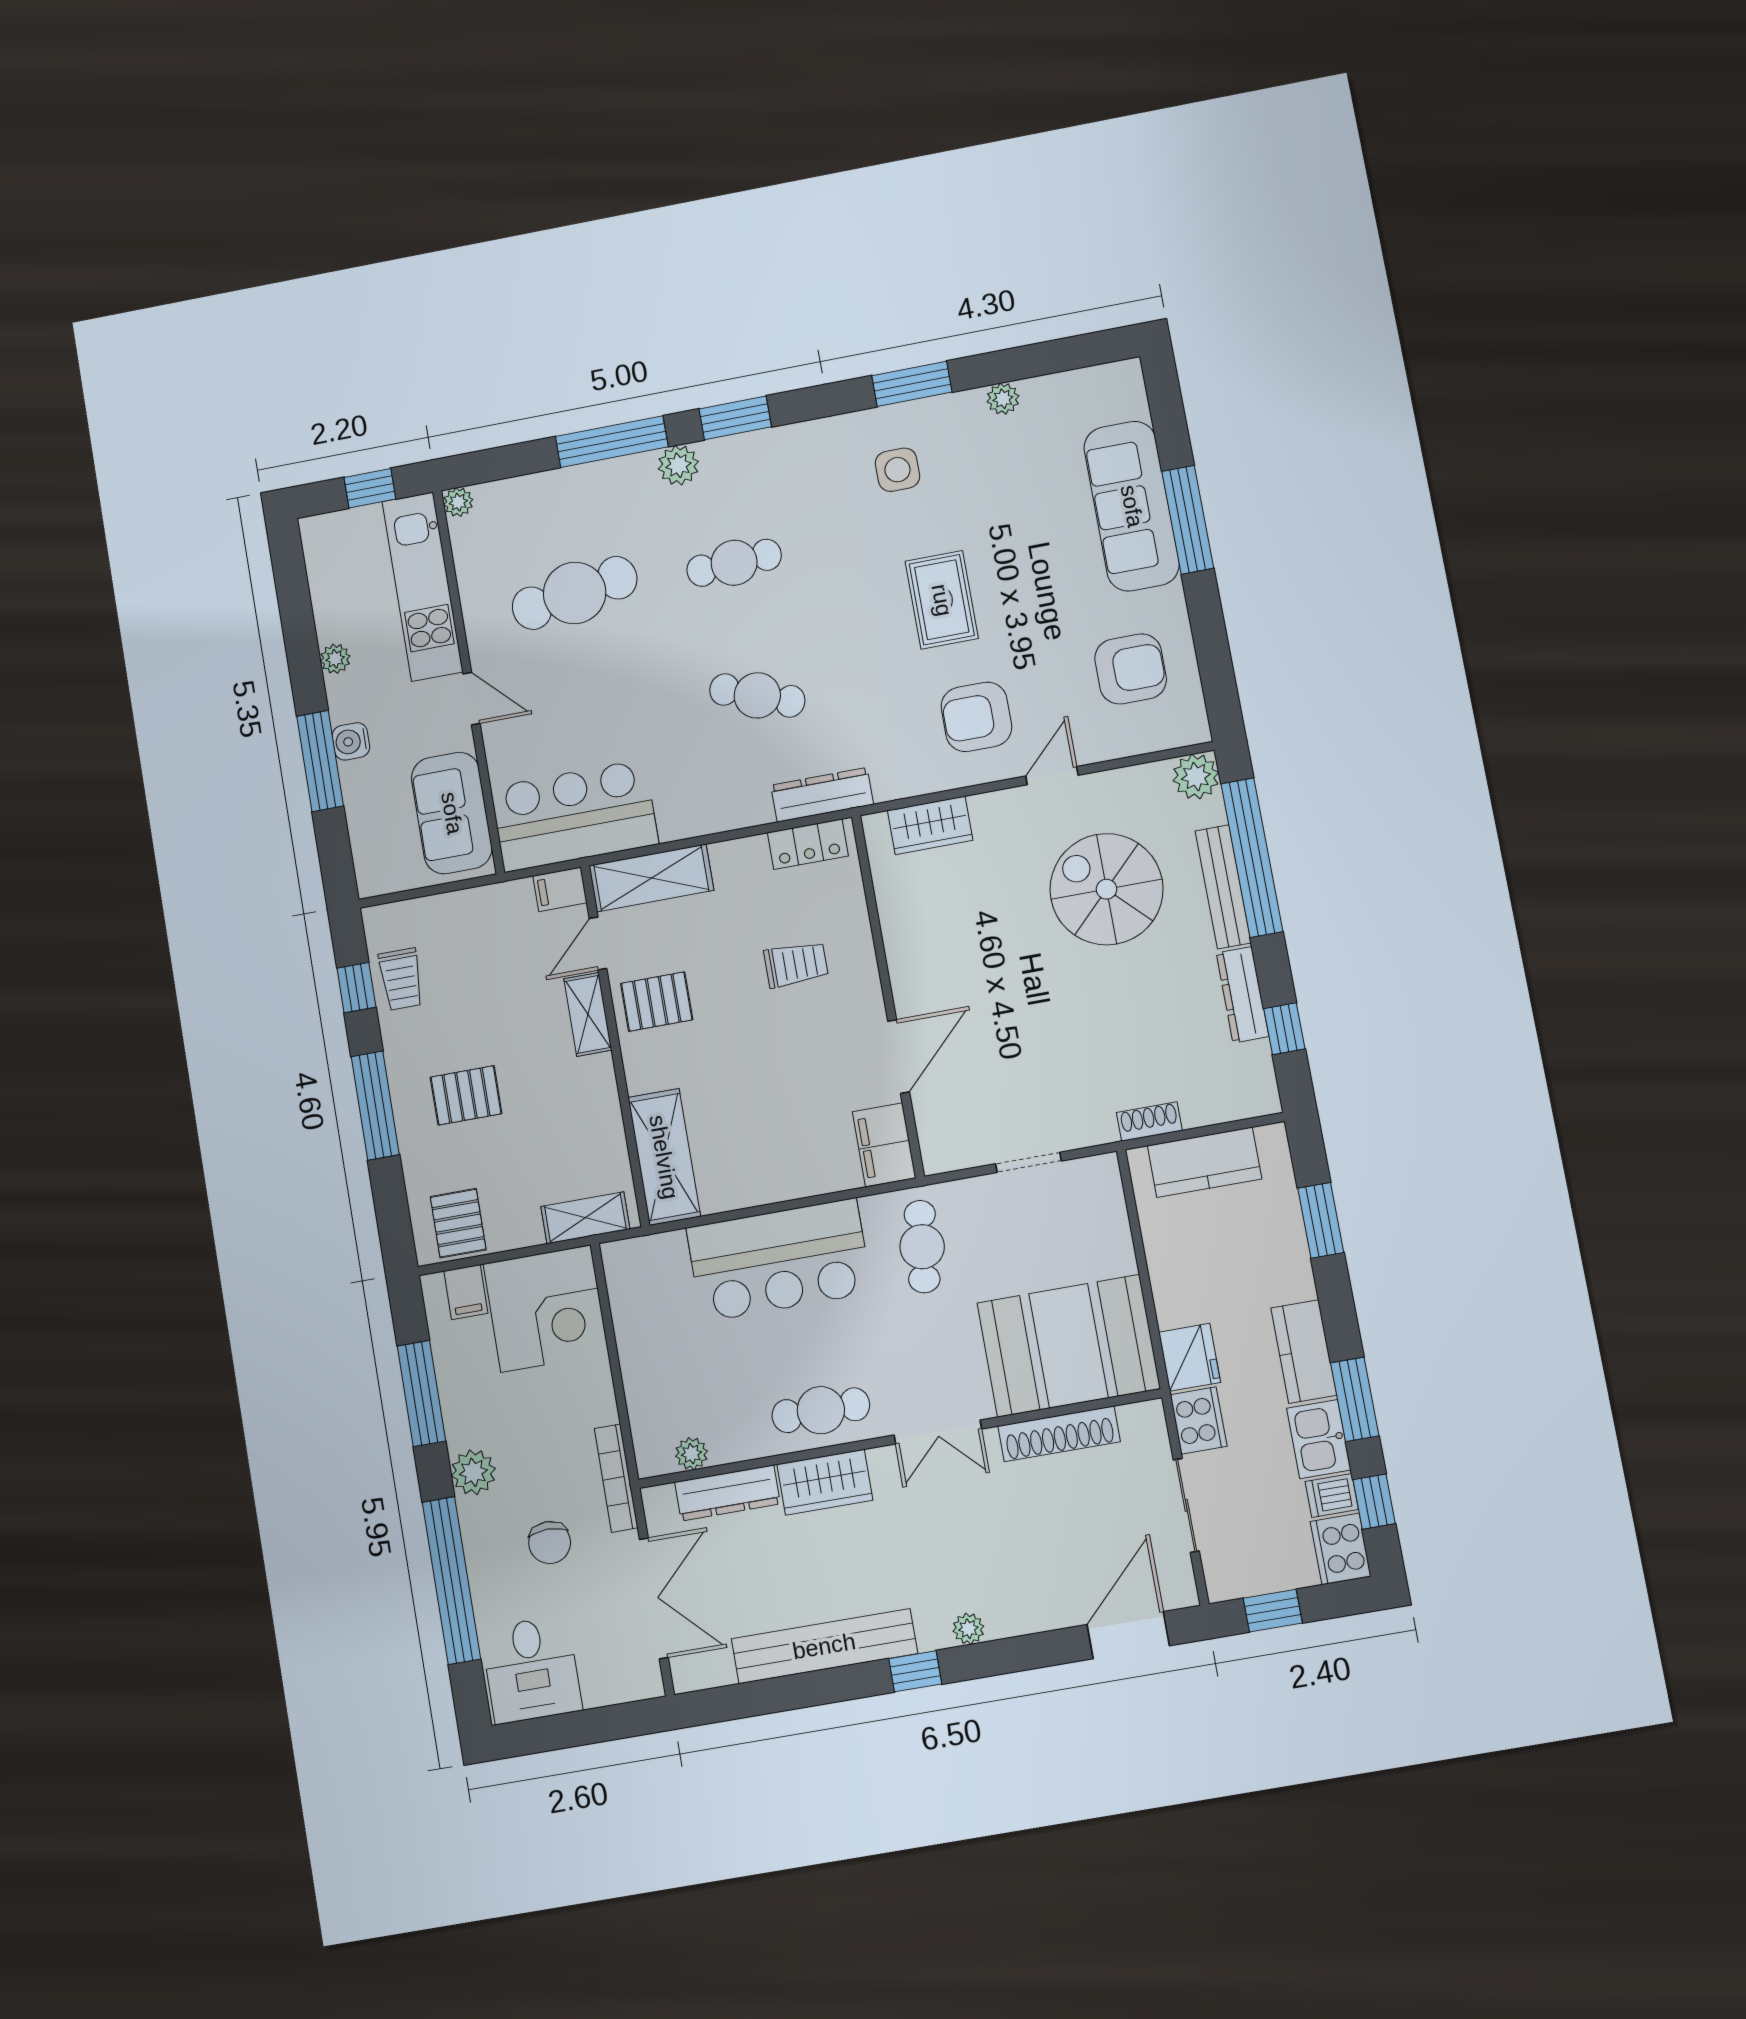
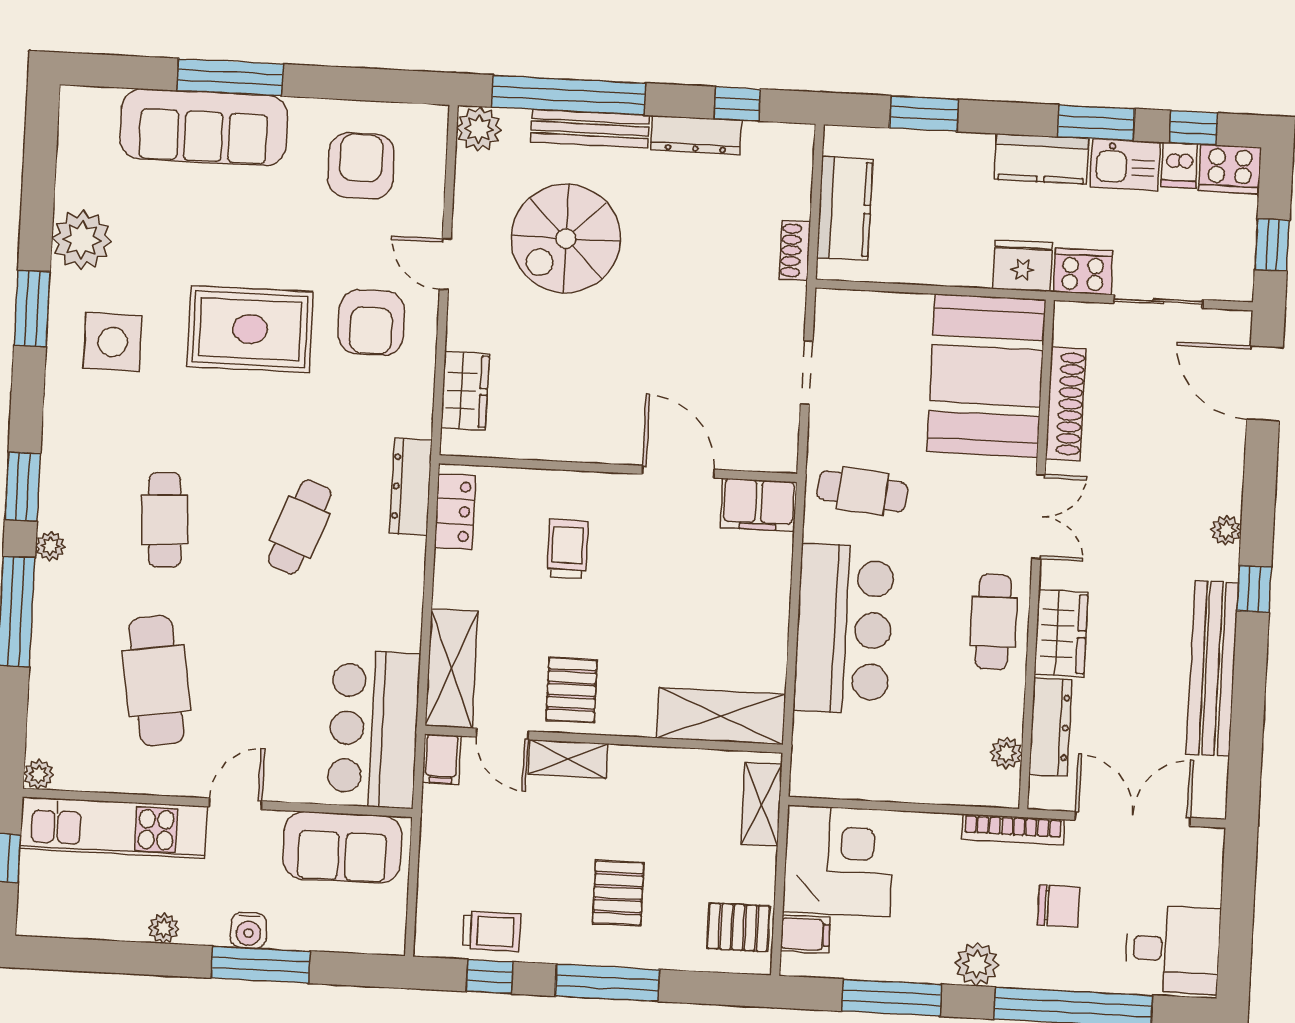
plant: (1003, 399) -> (82, 240), width x1.87, depth x1.87
plant: (678, 465) -> (50, 546), width x0.73, depth x0.73
side table: (897, 470) -> (113, 342), width x1.37, depth x1.37
rug: (942, 600) -> (250, 329), width x1.36, depth x1.43

